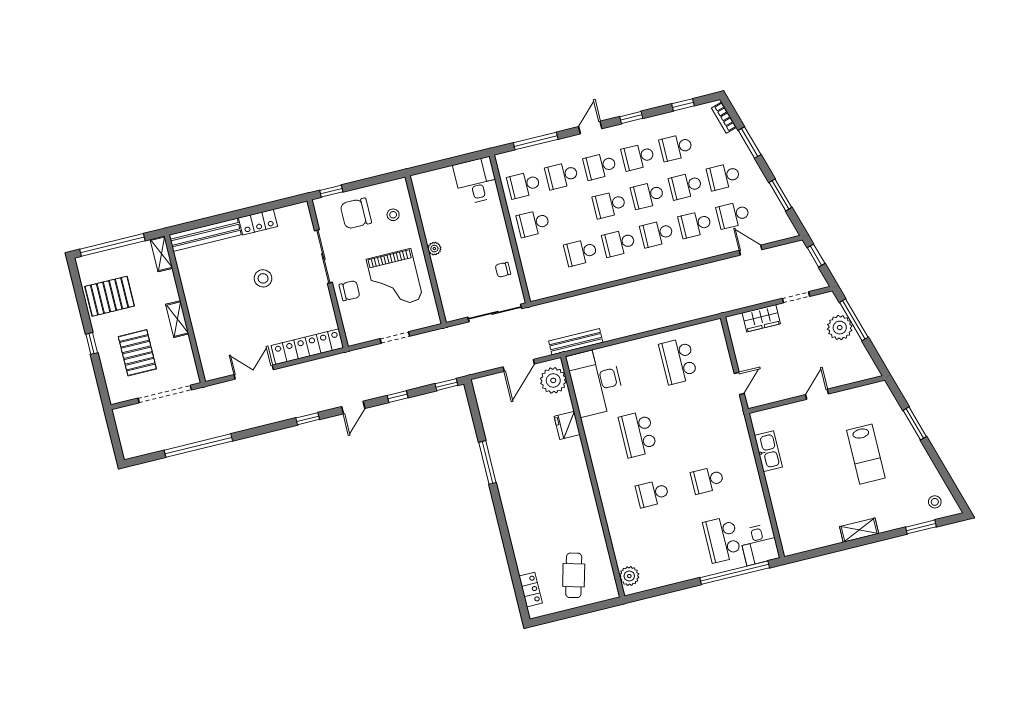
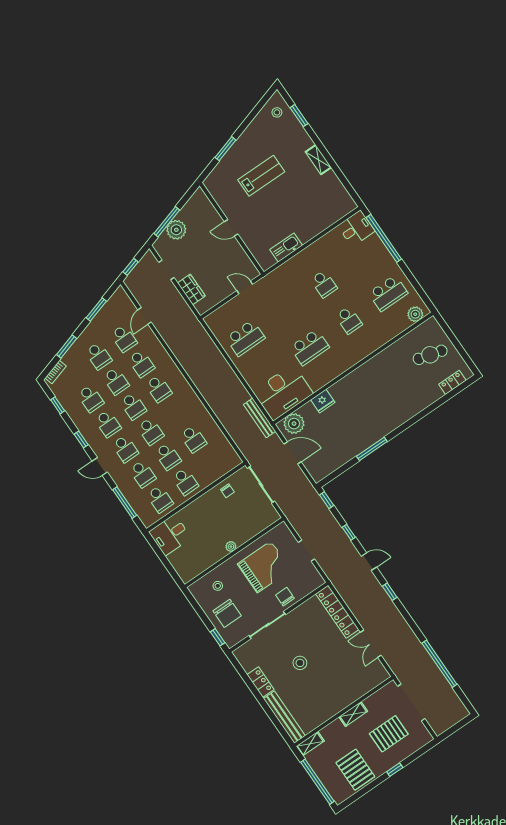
school desk: (619, 243) -> (168, 456), moved
school desk: (722, 539) -> (388, 293), moved

